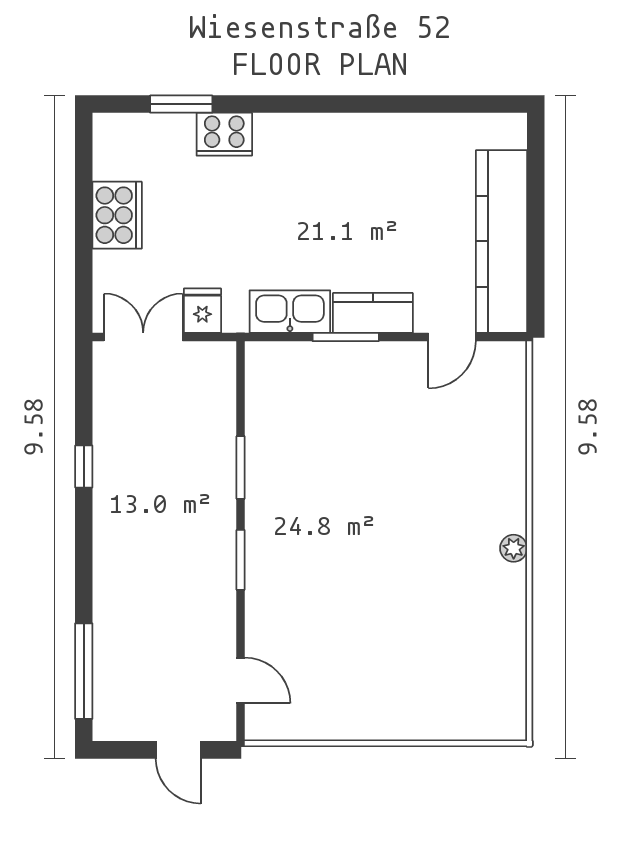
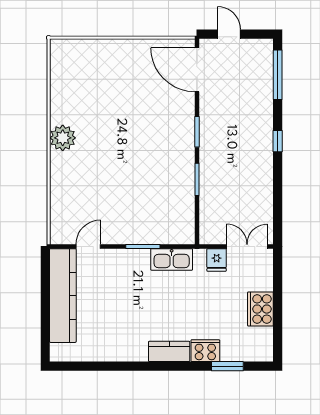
kitchen counter: (373, 313) -> (169, 351), moved, turned 180
double door: (143, 337) -> (247, 246), swing flipped
window: (84, 467) -> (278, 141), moved
plant: (514, 548) -> (63, 138), width x1.87, depth x1.87
door: (241, 680) -> (197, 70), width x1.87

